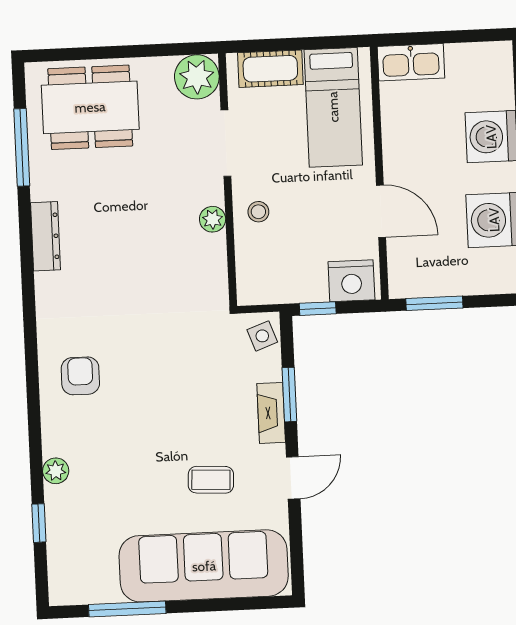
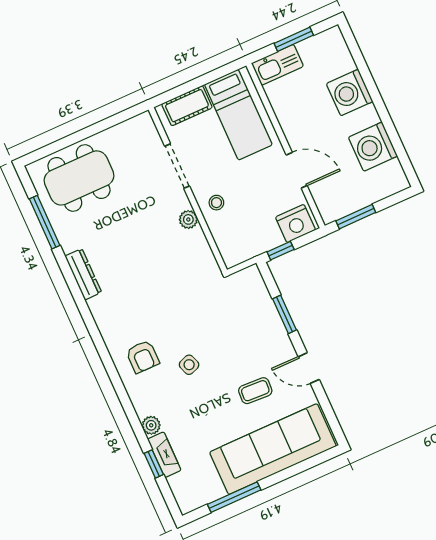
window: (446, 37) -> (294, 39), added
plant: (197, 77) -> (141, 130), removed
side table: (262, 336) -> (189, 365), moved
armchair: (80, 376) -> (143, 357), turned 180
fireplace: (271, 413) -> (164, 455), moved, turned 180
door: (293, 478) -> (309, 368), swing flipped

